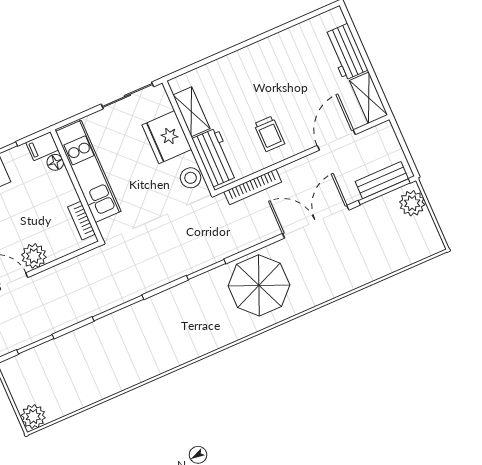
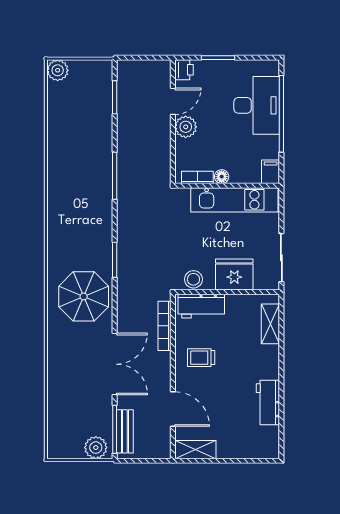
workbench: (346, 52) -> (268, 402), moved, turned -90
shelving: (191, 112) -> (270, 324), moved, turned 90
floor lamp: (55, 162) -> (222, 177), moved

